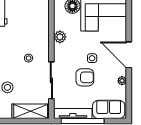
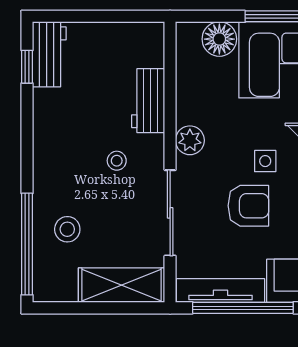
workbench: (42, 32) -> (148, 101), added
plant: (60, 37) -> (190, 140), moved

